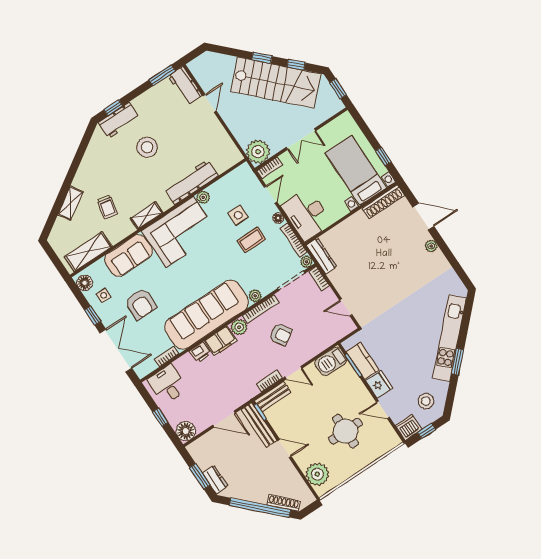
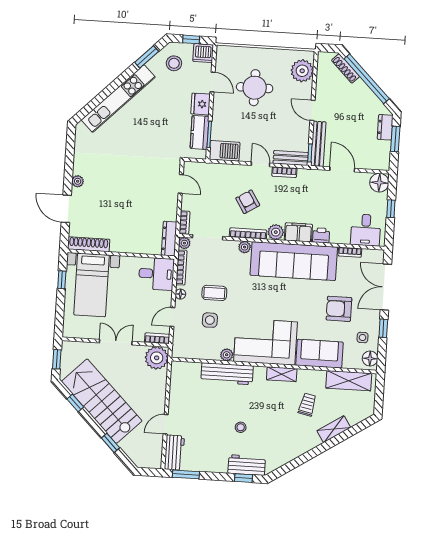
window: (262, 58) -> (110, 443), moved
stool: (147, 147) -> (241, 427), width x0.53, depth x0.53
desk: (307, 215) -> (156, 274), width x0.73
armchair: (141, 304) -> (339, 309), turned -90
window: (458, 362) -> (147, 57), moved

